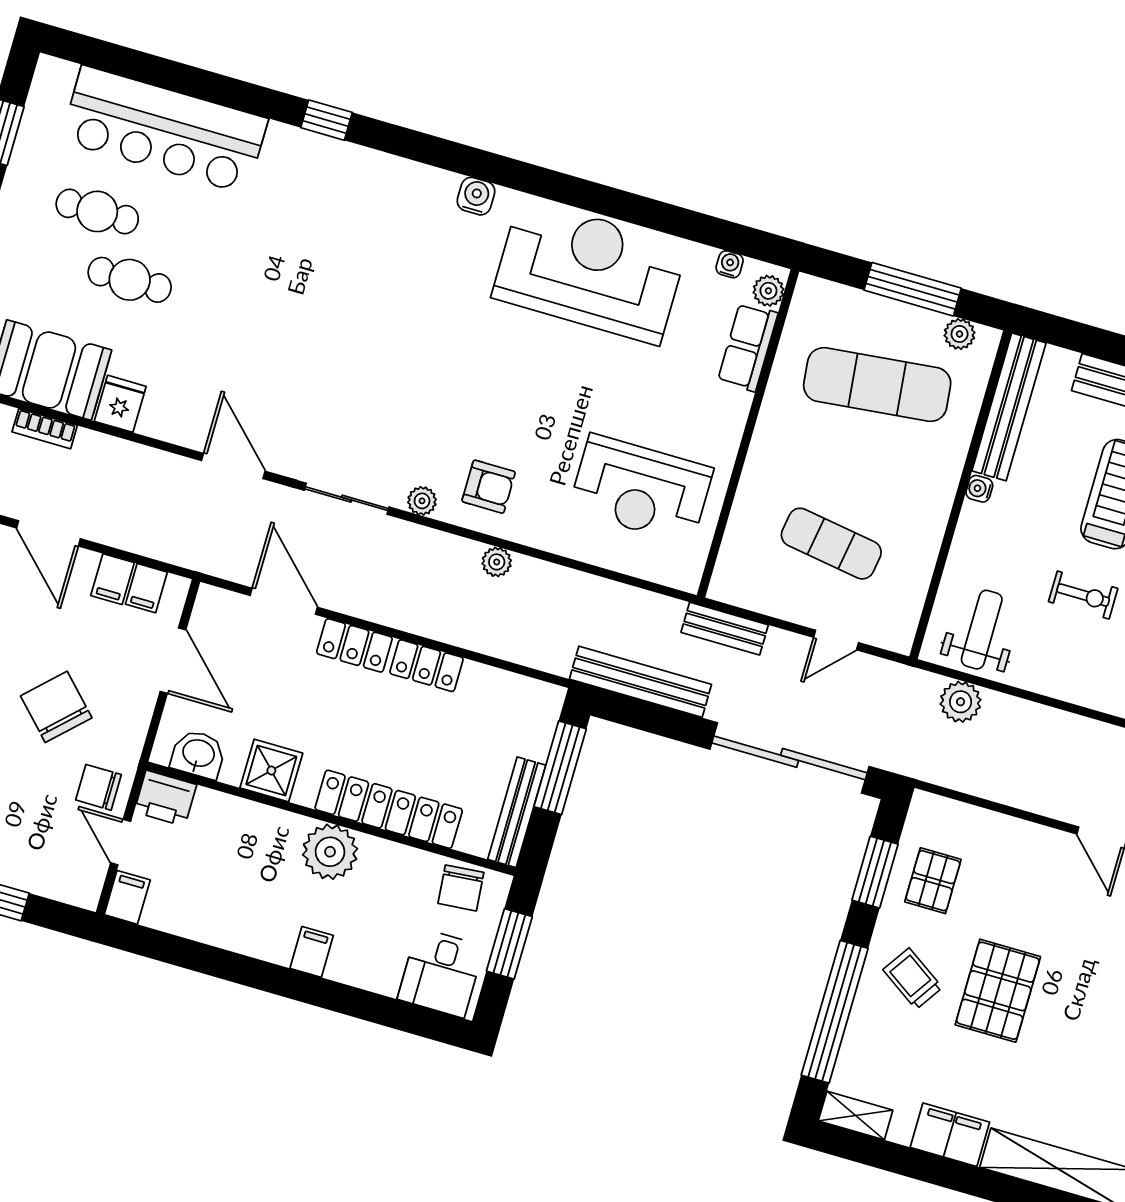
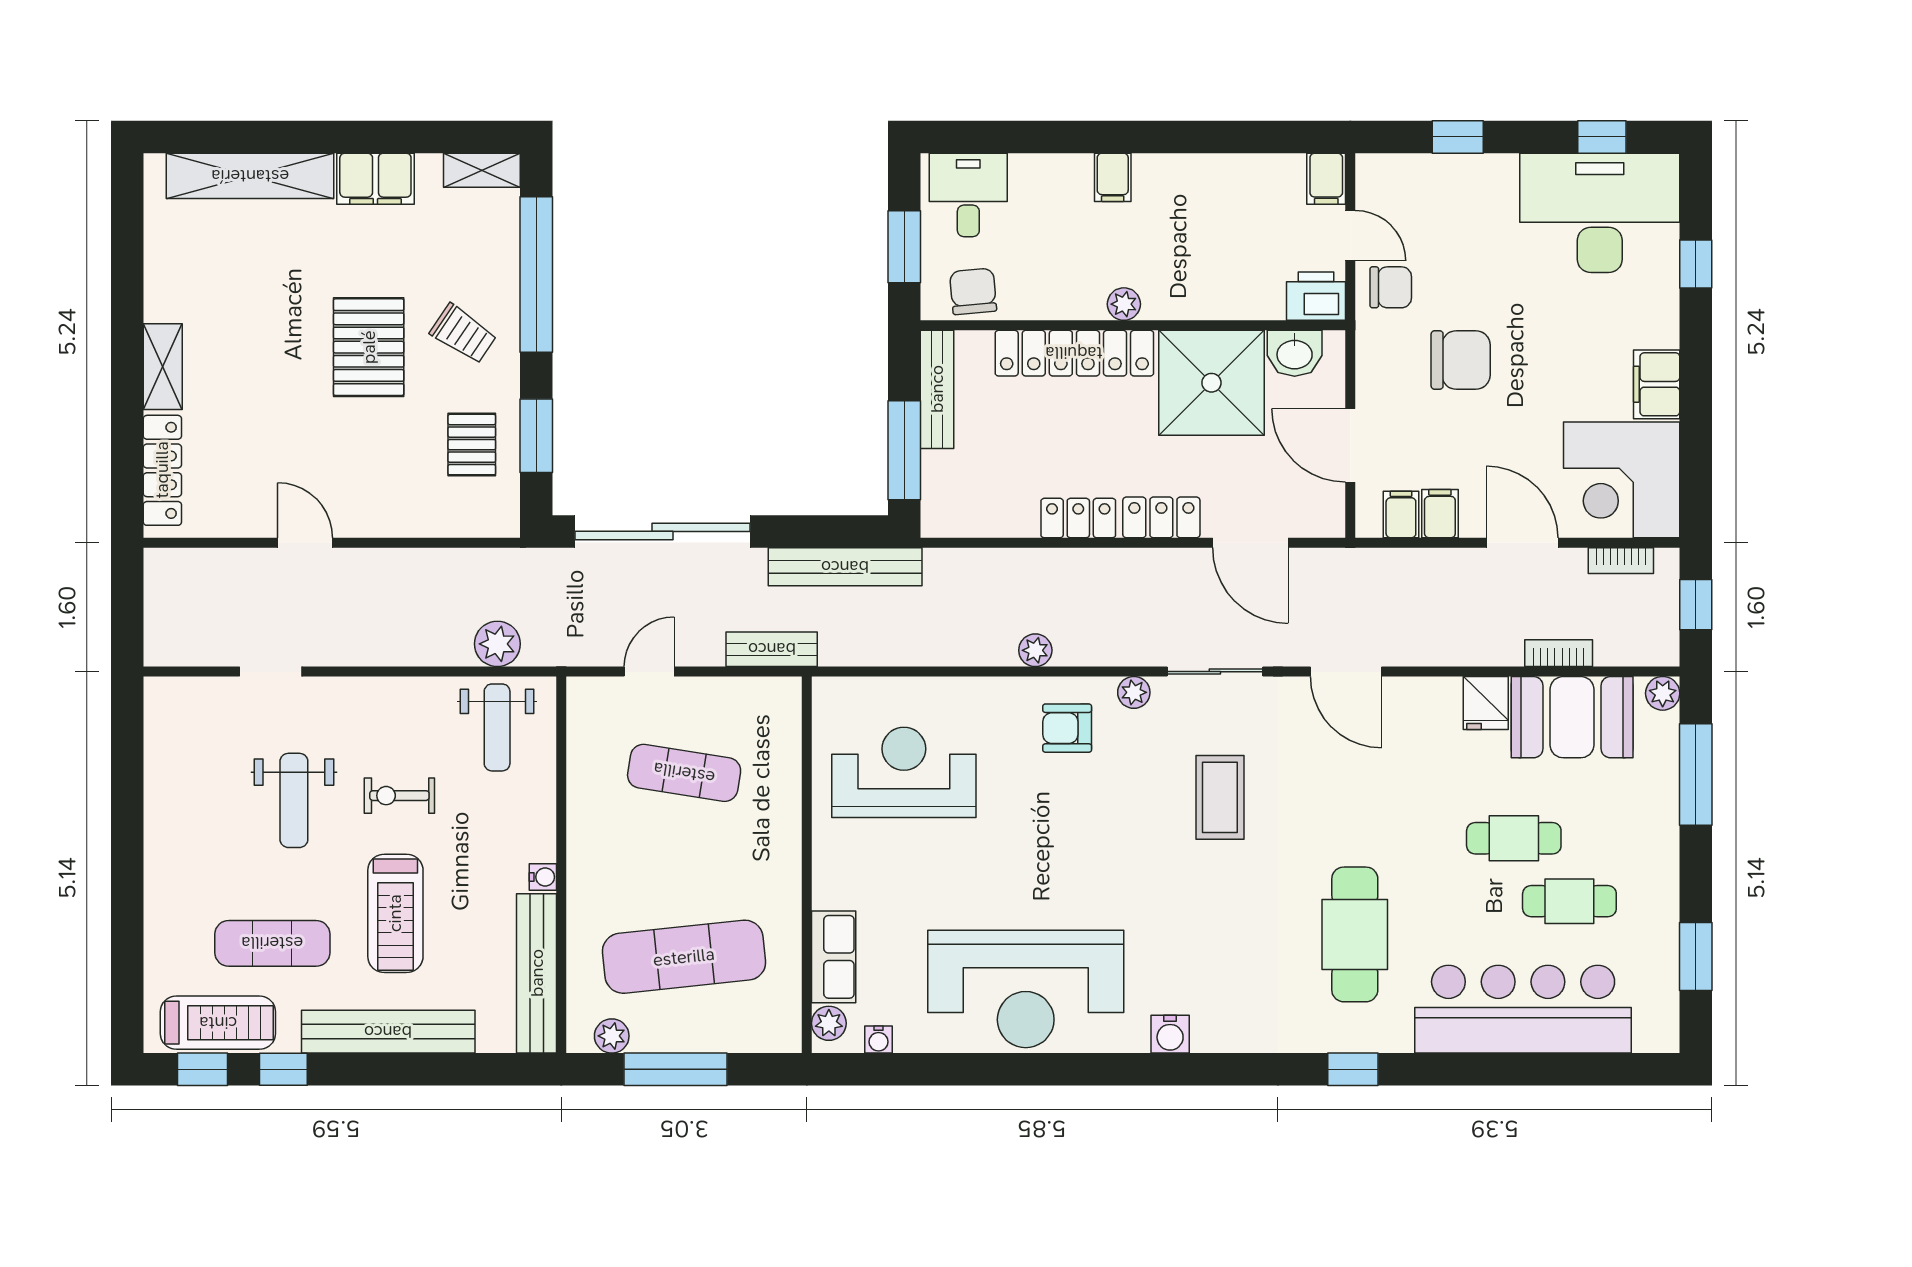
cafe table: (291, 236) -> (1355, 934), added
coffee table: (374, 389) -> (1220, 797), added
chair: (56, 707) -> (1461, 360), turned -46
shower: (271, 771) -> (1211, 383), width x1.86, depth x1.86
plant: (330, 852) -> (1124, 304), width x0.53, depth x0.53

